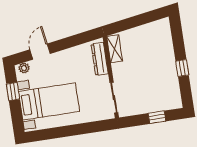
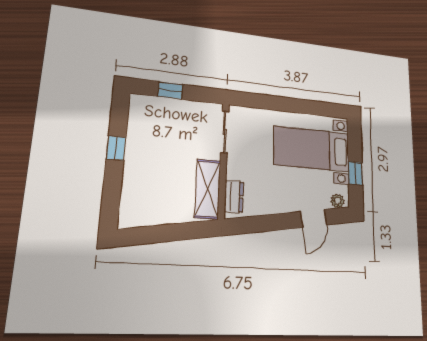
shelving: (115, 49) -> (208, 189), width x1.50, depth x1.33
dresser: (100, 59) -> (234, 197), width x0.70

